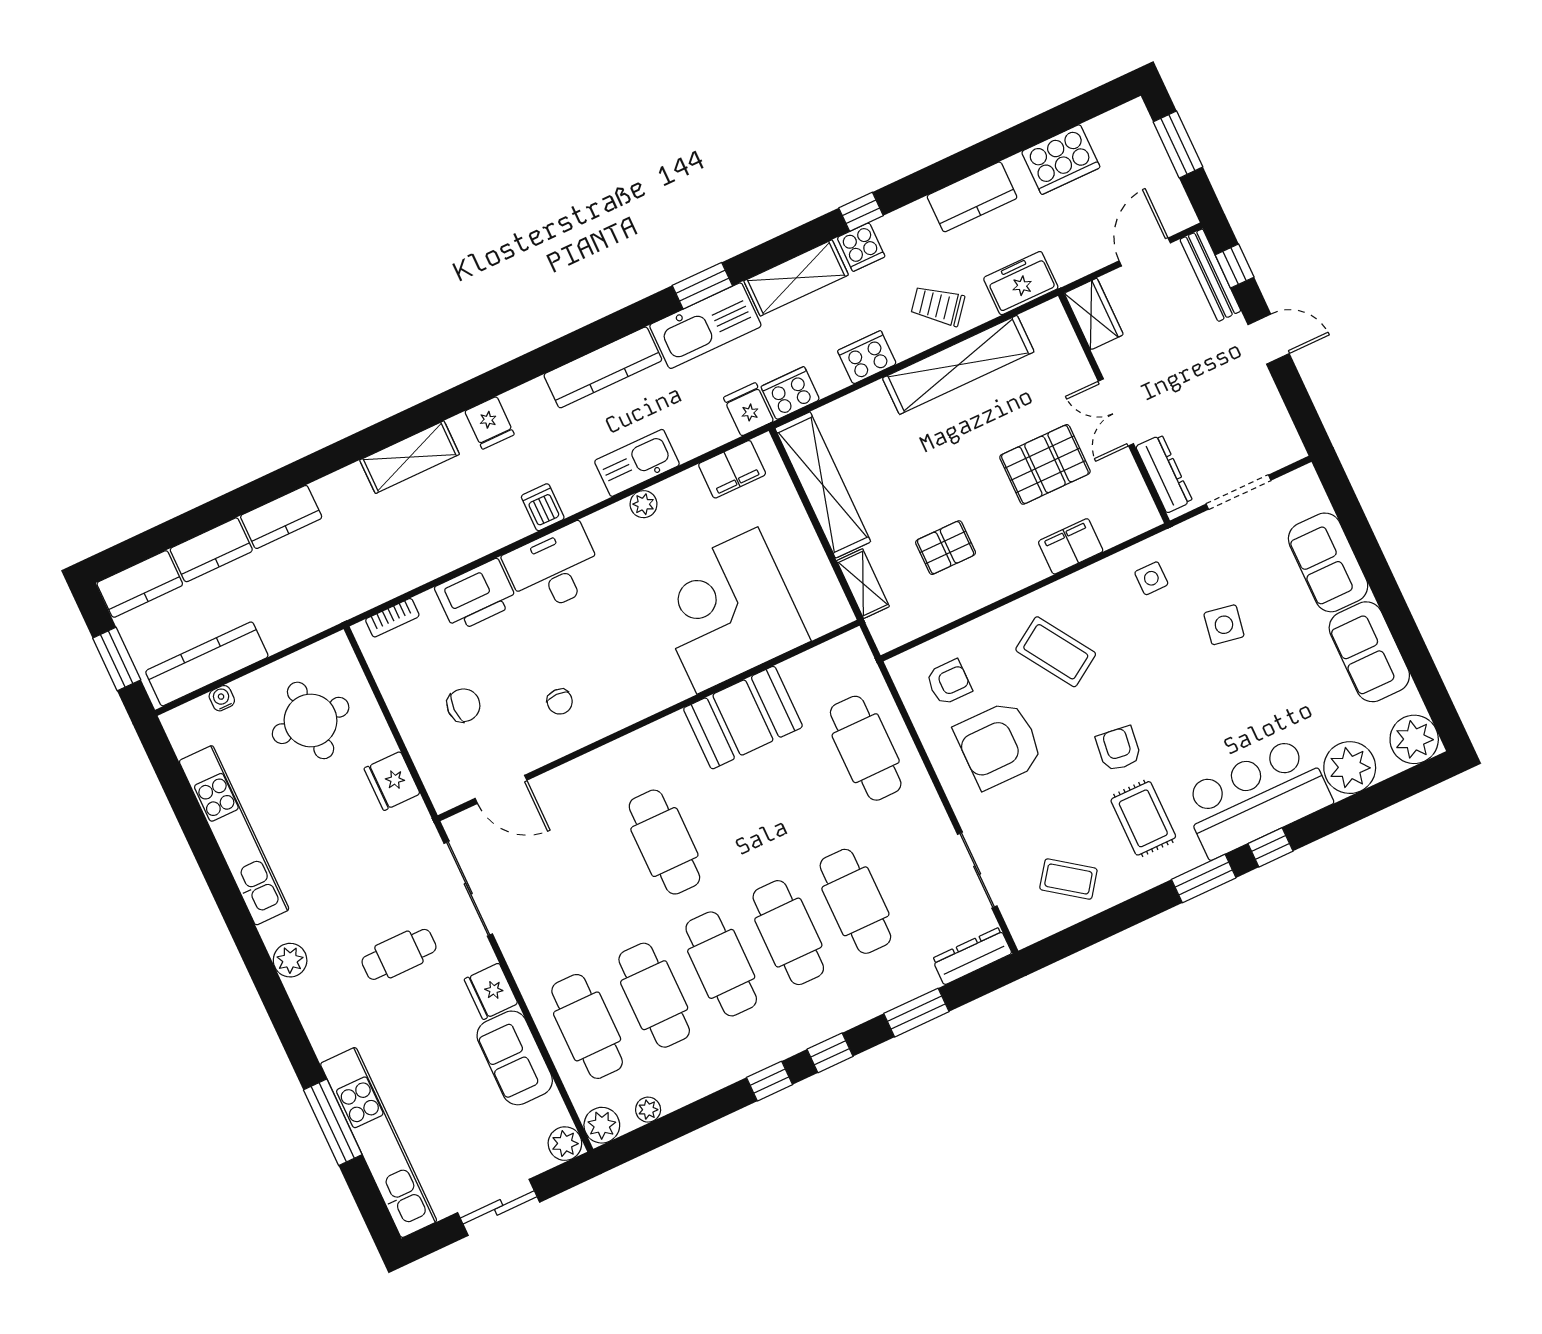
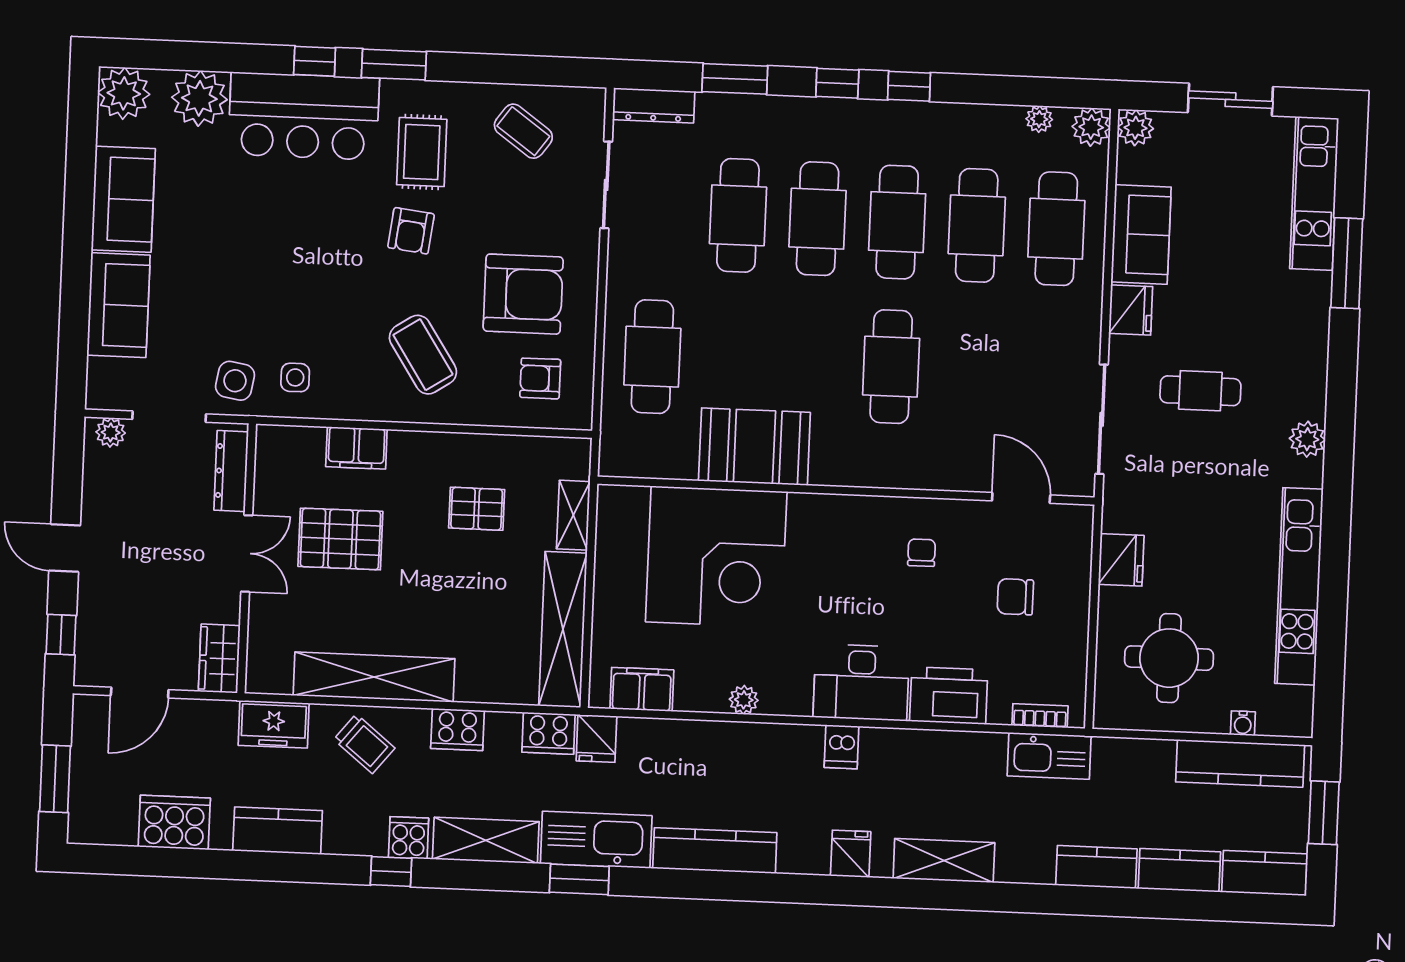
bench: (1210, 275) -> (89, 638), removed
plant: (1280, 454) -> (111, 432), added
kitchen sink: (637, 463) -> (1049, 756), moved
side table: (1224, 625) -> (235, 381), moved
kitchen unit: (379, 1143) -> (1314, 193), width x0.73

